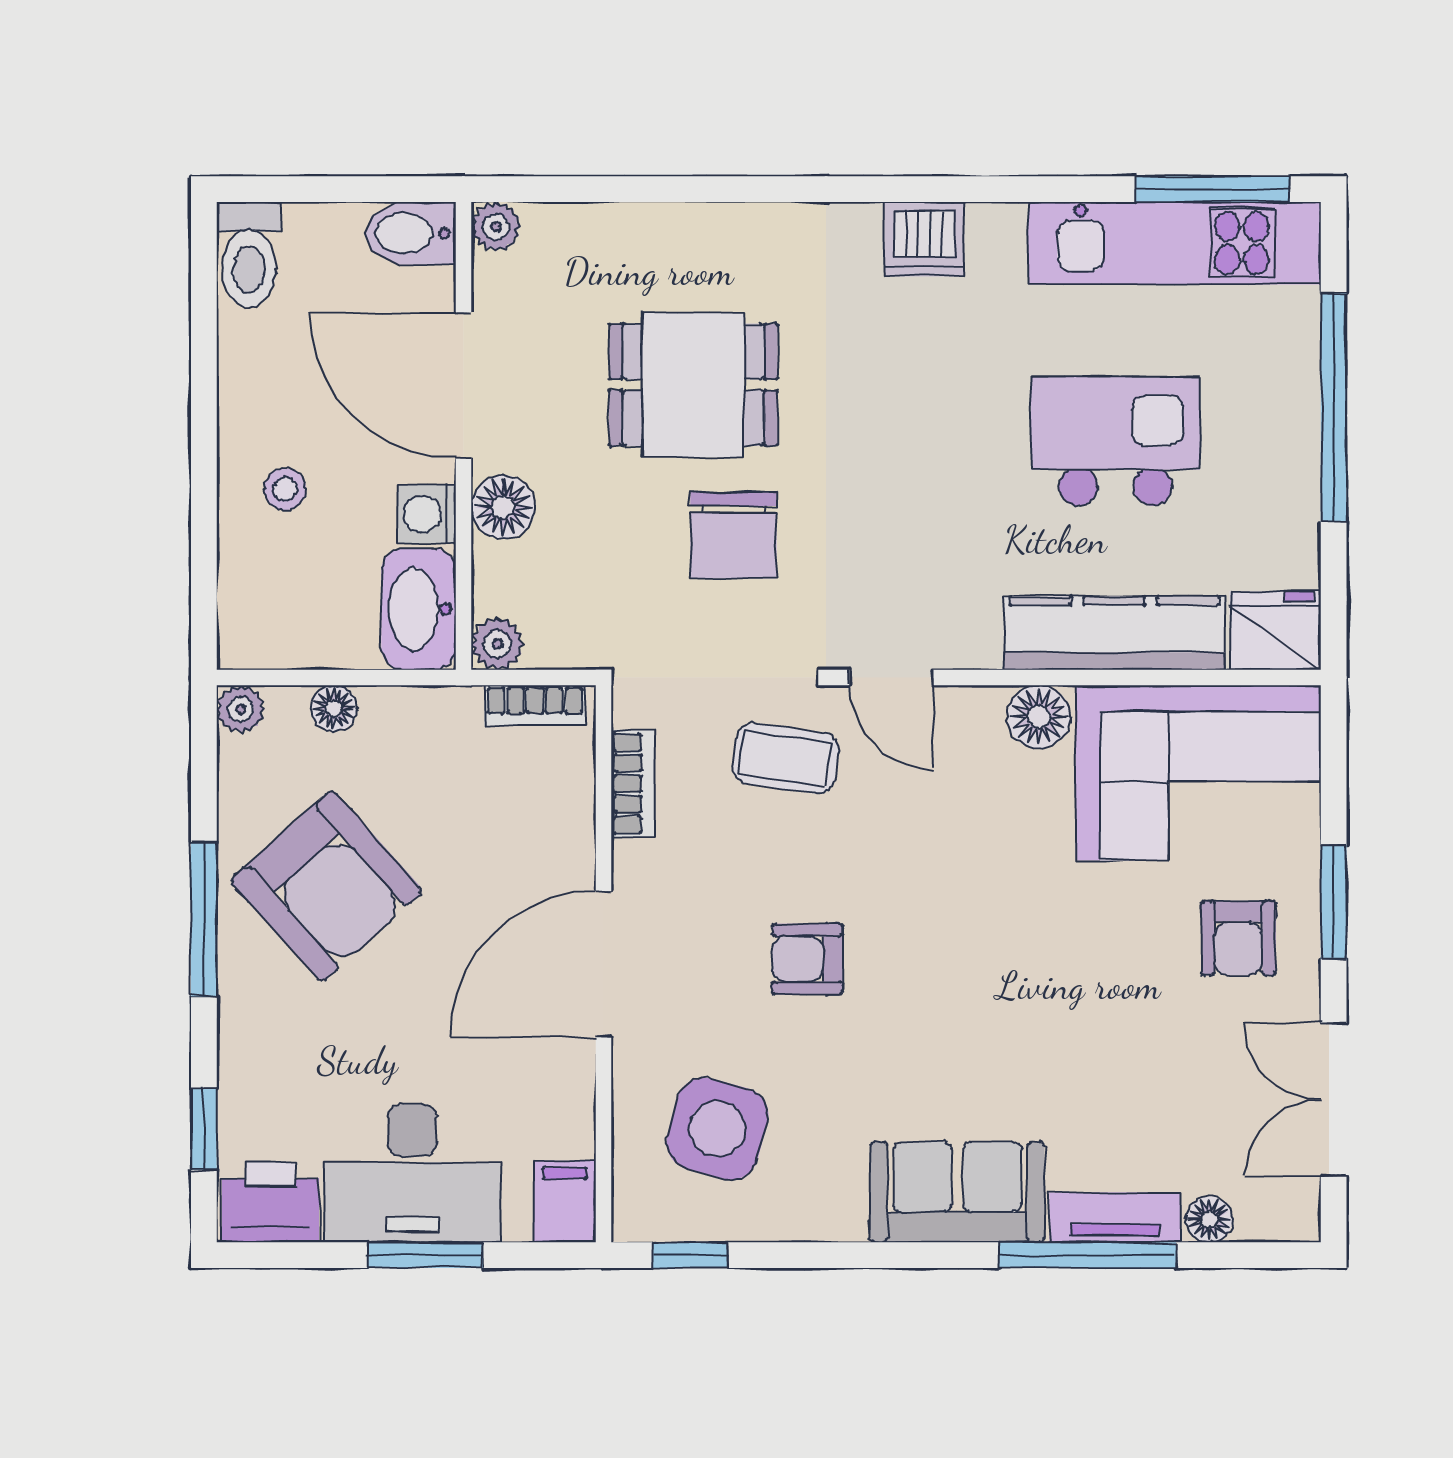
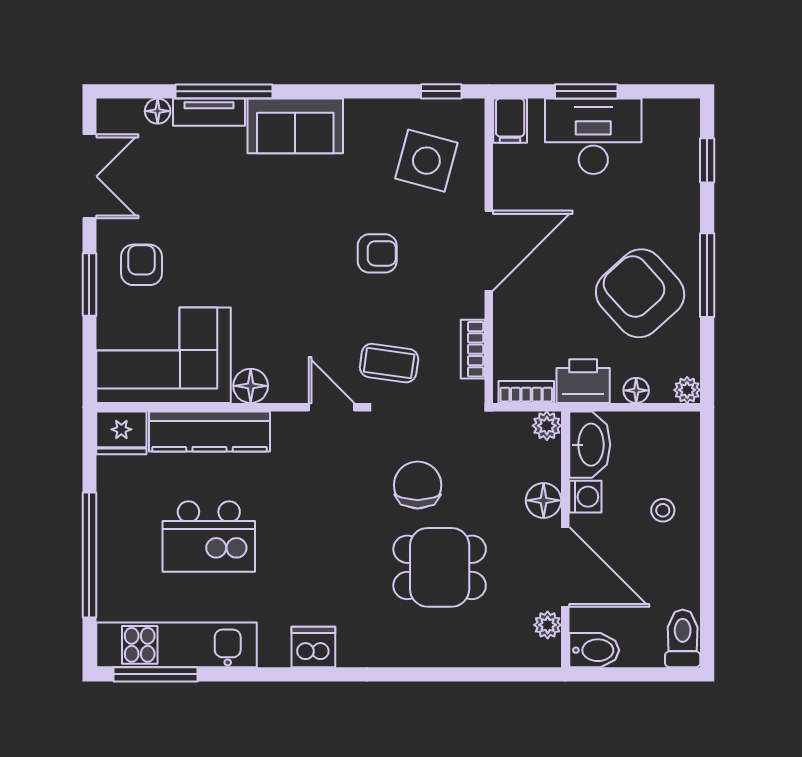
plant: (496, 227) -> (548, 625), moved
printer: (270, 1202) -> (583, 381), moved, turned 180

